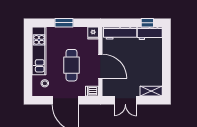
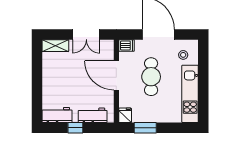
window: (64, 23) -> (145, 128), moved
window: (147, 23) -> (75, 128), moved
workbench: (120, 33) -> (93, 115), width x0.73
double door: (125, 100) -> (86, 35), swing flipped

